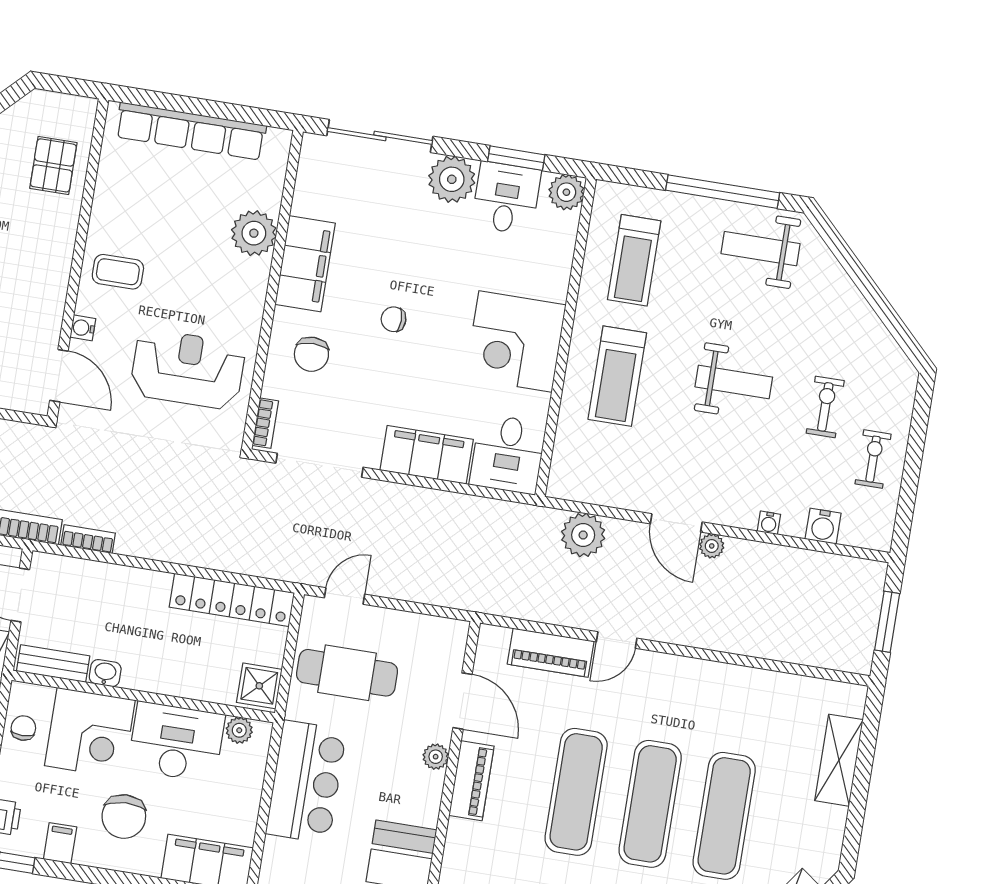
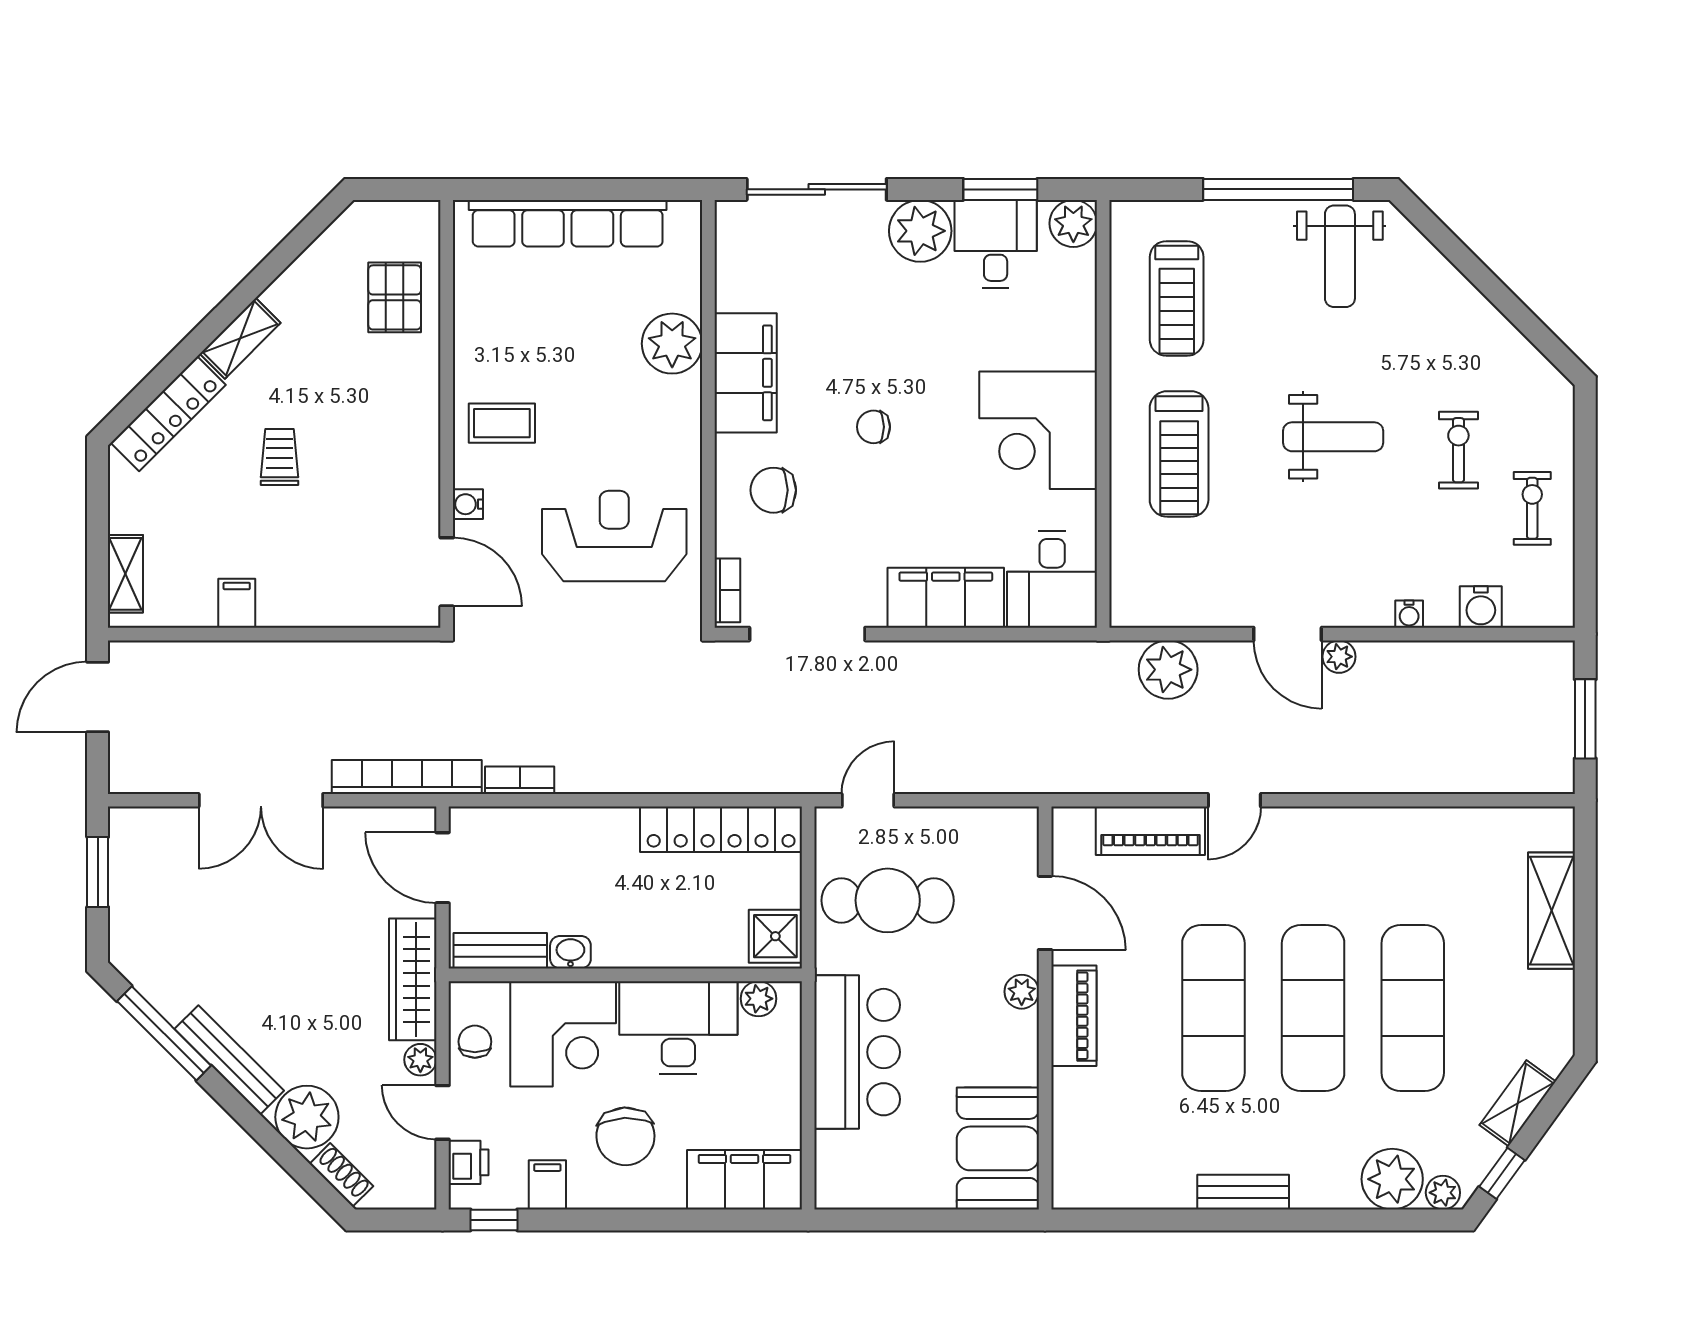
weight bench: (761, 249) -> (1340, 256), turned -90
chair: (311, 354) -> (773, 490), turned 90

